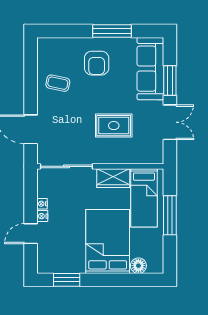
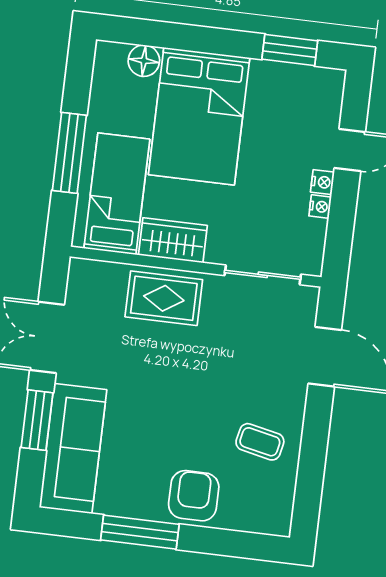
armchair: (97, 63) -> (194, 496), moved
rug: (114, 126) -> (164, 298), moved
sliding door: (66, 166) -> (263, 275), width x0.73

